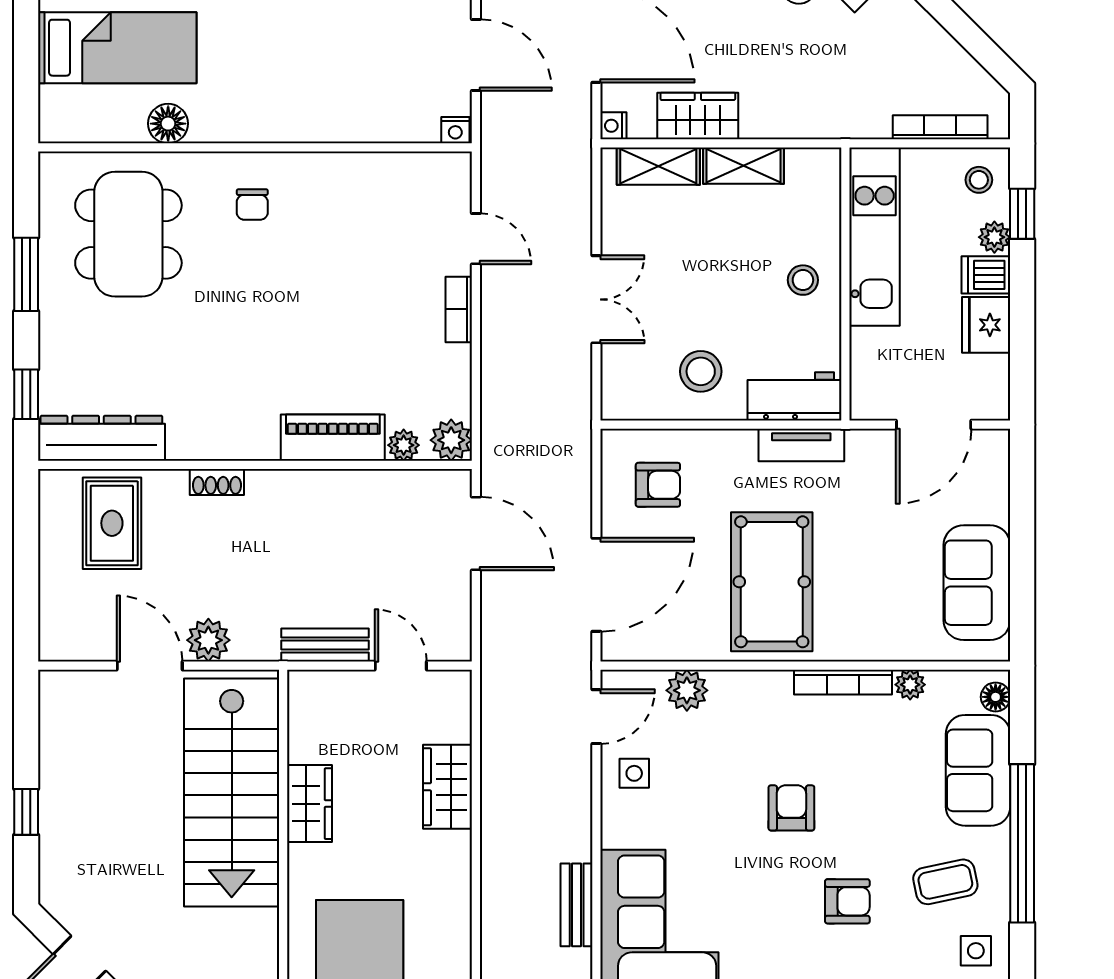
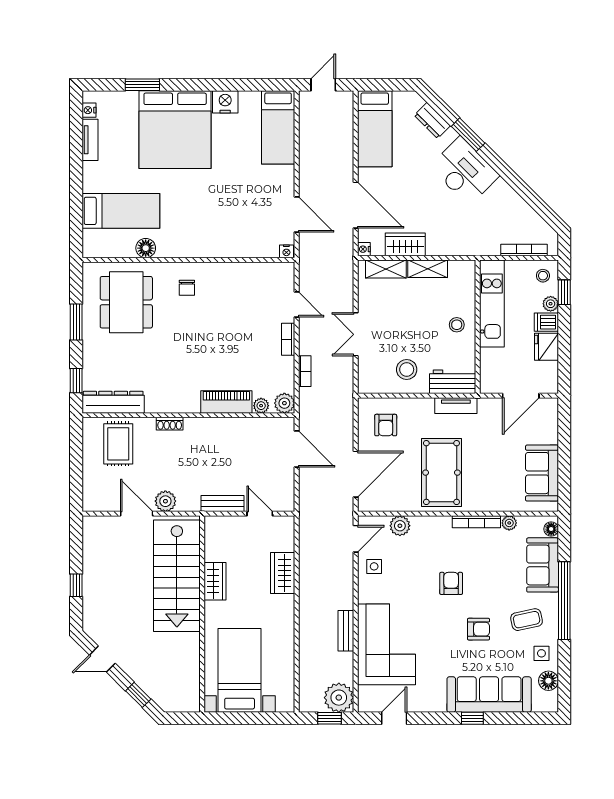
double door: (596, 299) -> (356, 334), swing flipped
bookcase: (493, 375) -> (305, 371), added
armchair: (658, 485) -> (386, 425), turned 90

